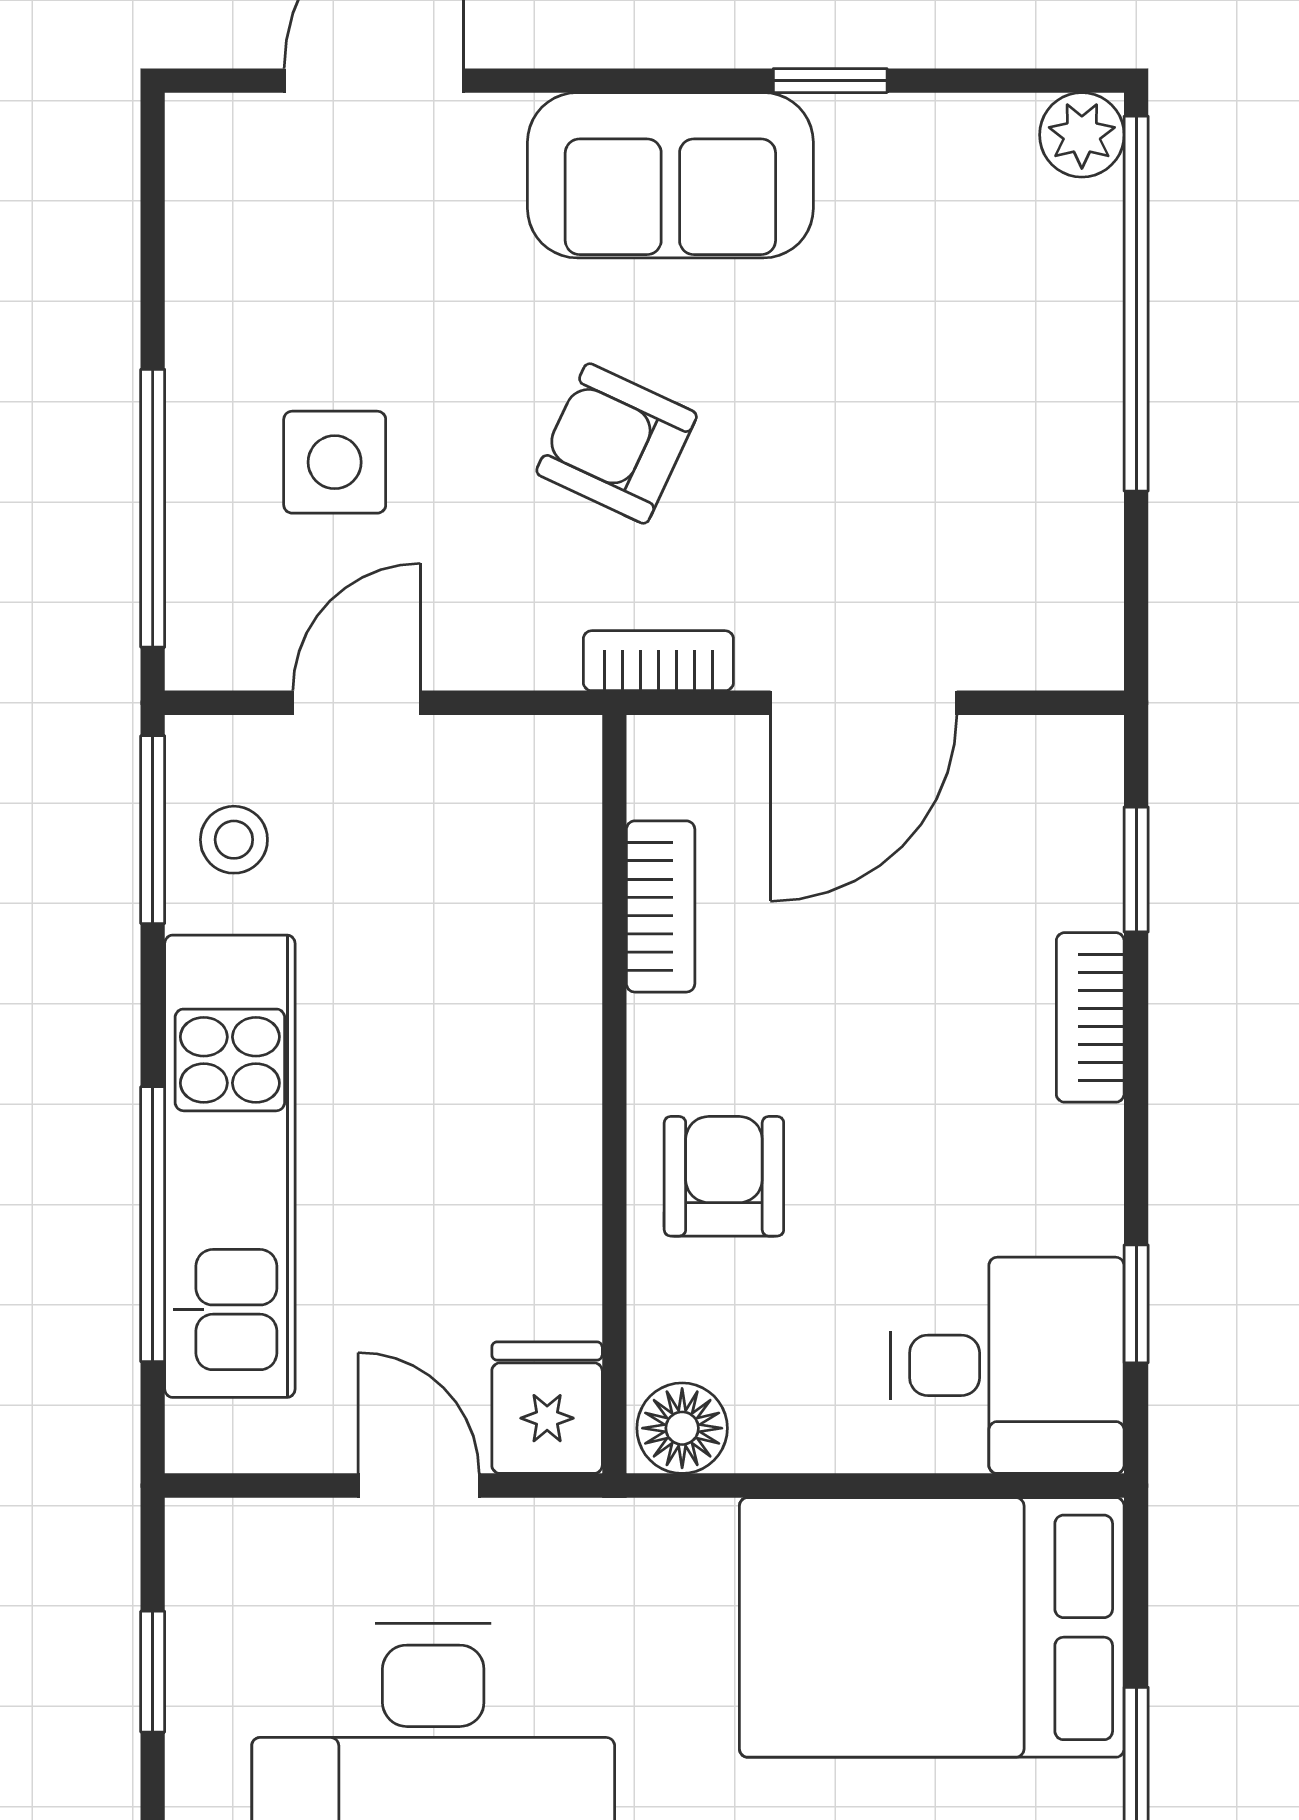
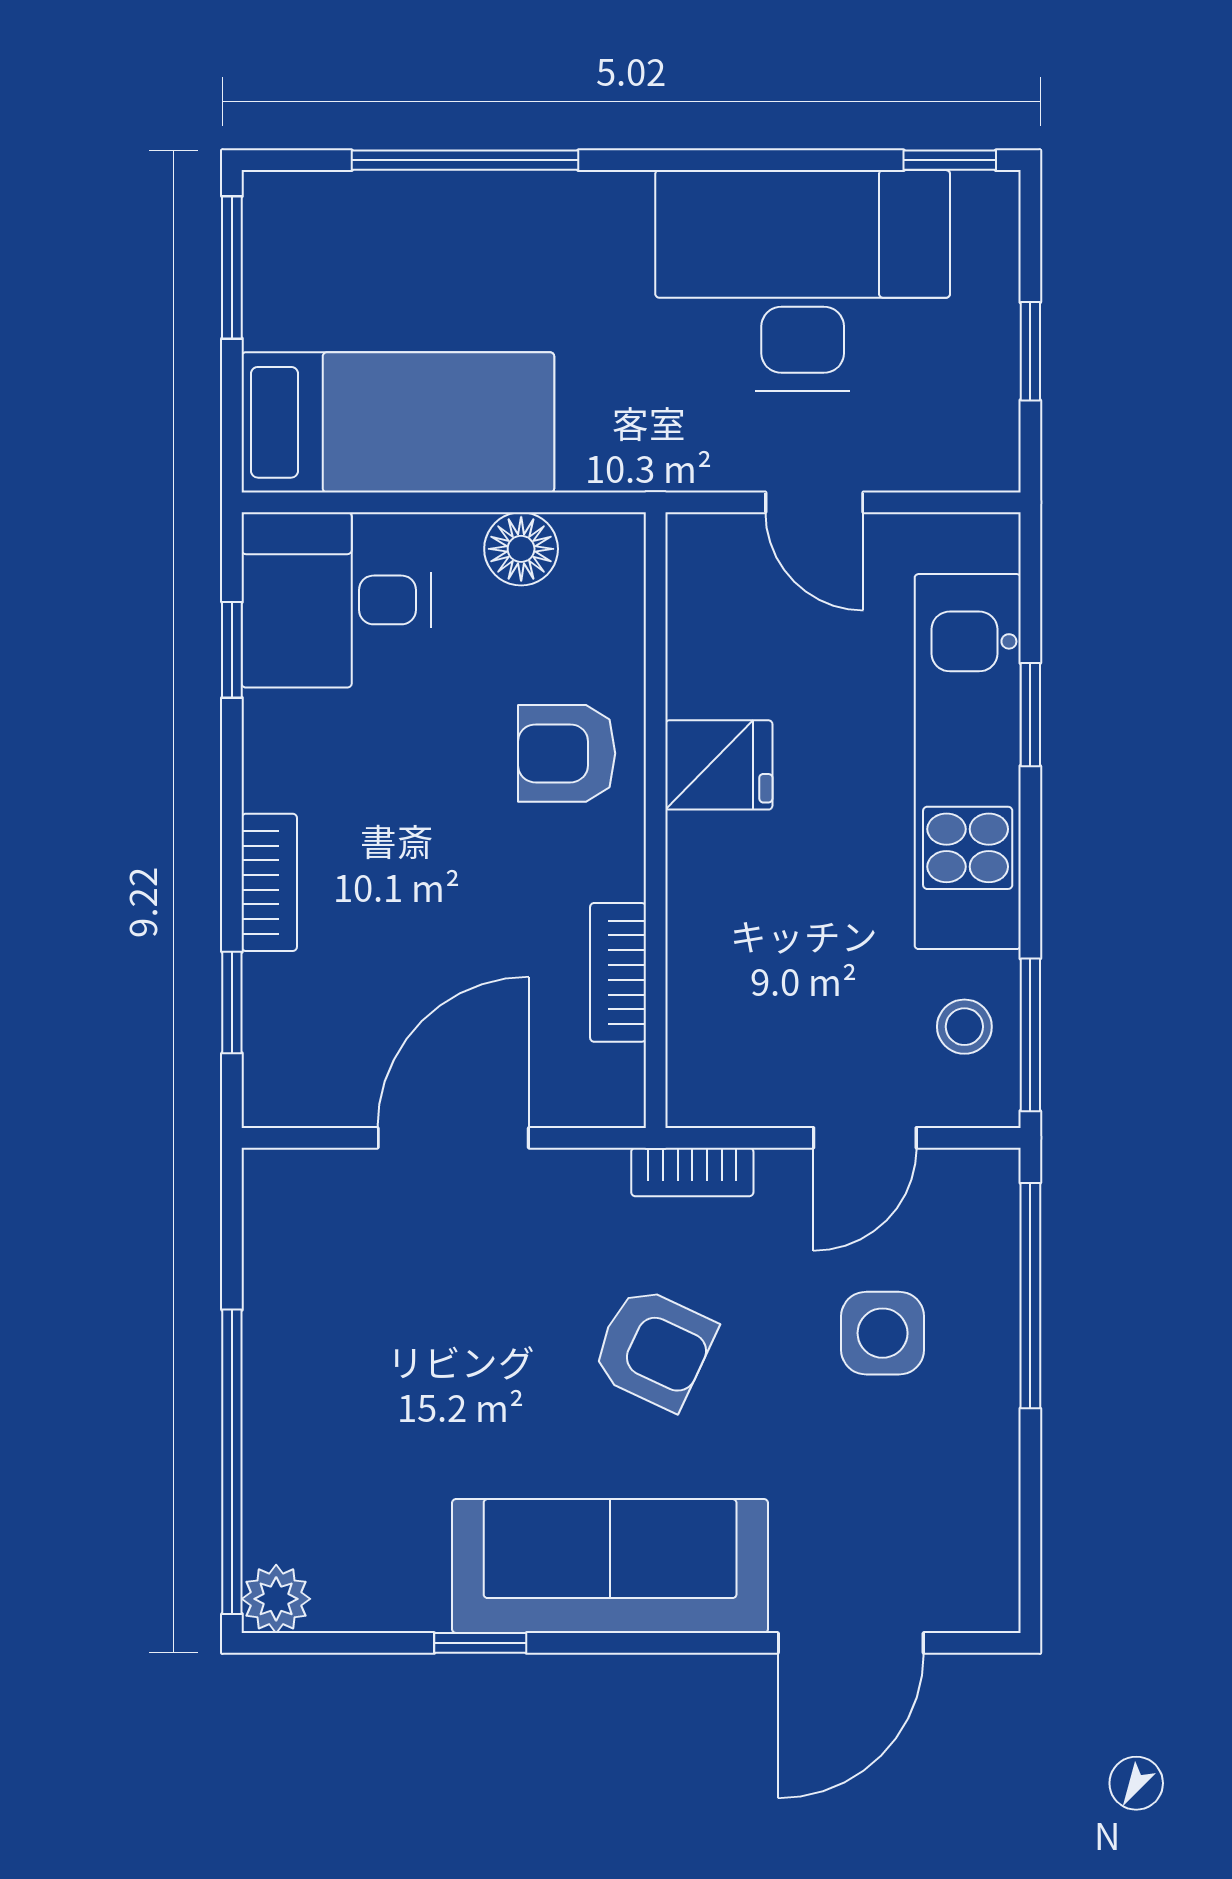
sofa: (670, 175) -> (610, 1566), width x1.36
bookcase: (658, 661) -> (692, 1172), moved
armchair: (724, 1176) -> (567, 753), turned 90
window: (153, 1224) -> (1030, 715), width x0.46
fridge: (547, 1408) -> (719, 765), moved, turned -90
floor lamp: (682, 1428) -> (521, 549), moved
bed: (932, 1627) -> (398, 422), width x0.67

